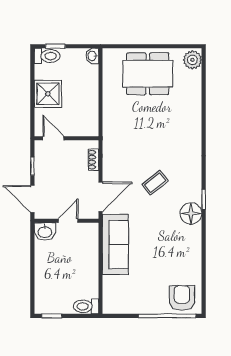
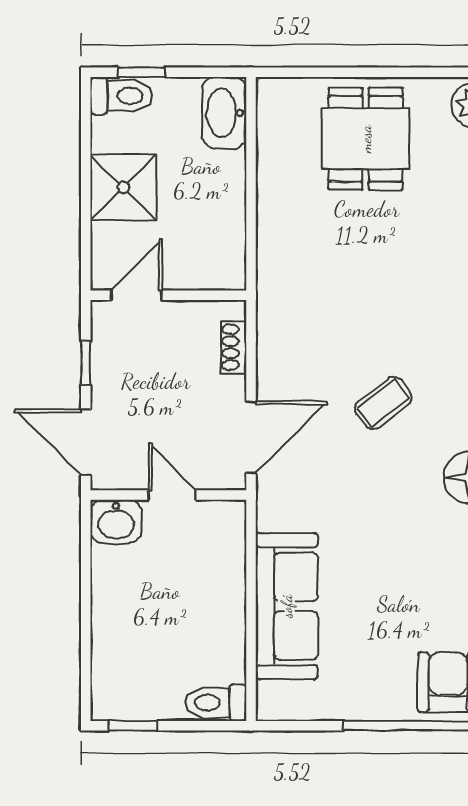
washbasin: (92, 56) -> (224, 113), width x1.91, depth x1.45
dining table: (148, 74) -> (366, 139), width x0.73
door: (53, 138) -> (137, 295), hinge flipped
door: (68, 221) -> (172, 495), hinge flipped
sofa: (115, 244) -> (287, 606), moved

